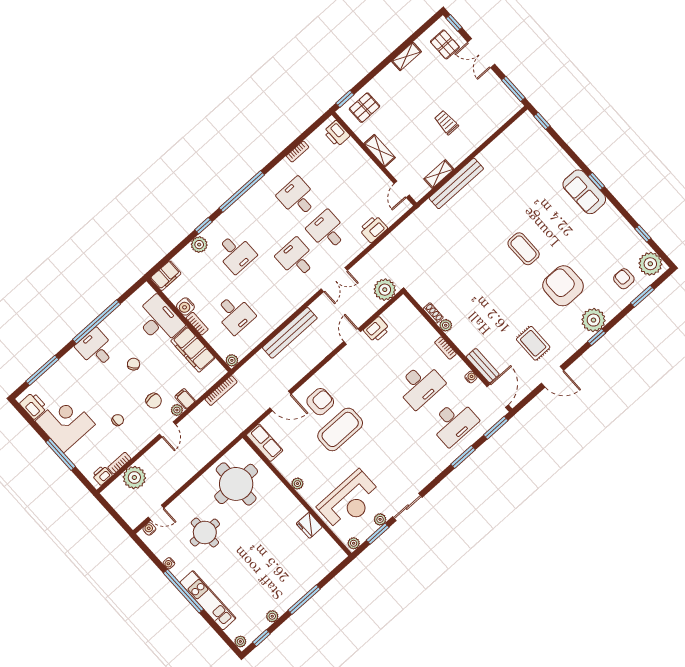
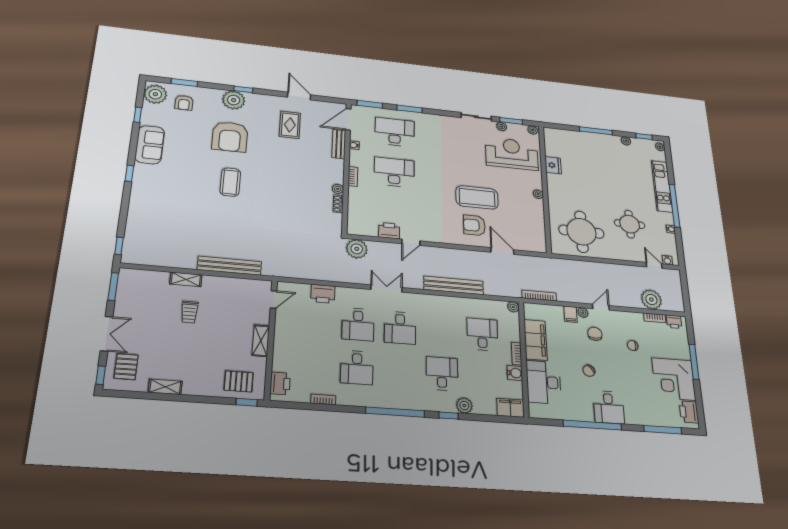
shelving: (439, 174) -> (186, 279), moved
sofa: (584, 192) -> (150, 145), moved
row of seats: (265, 443) -> (538, 237), removed

